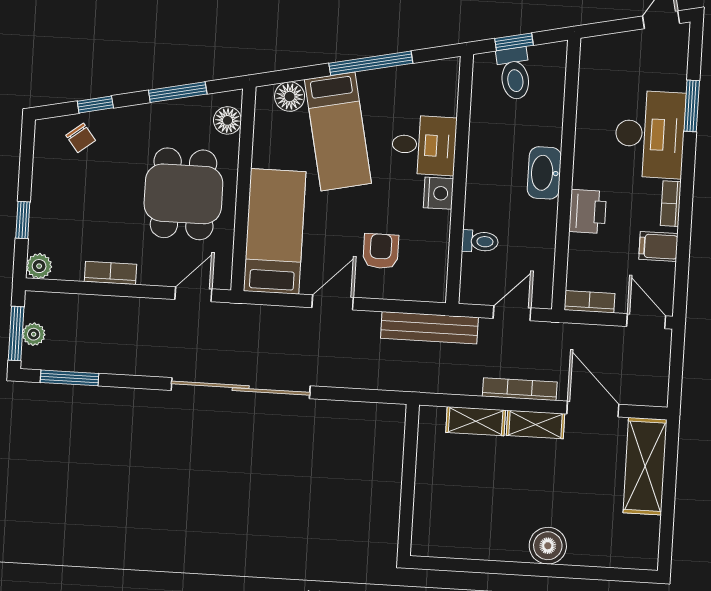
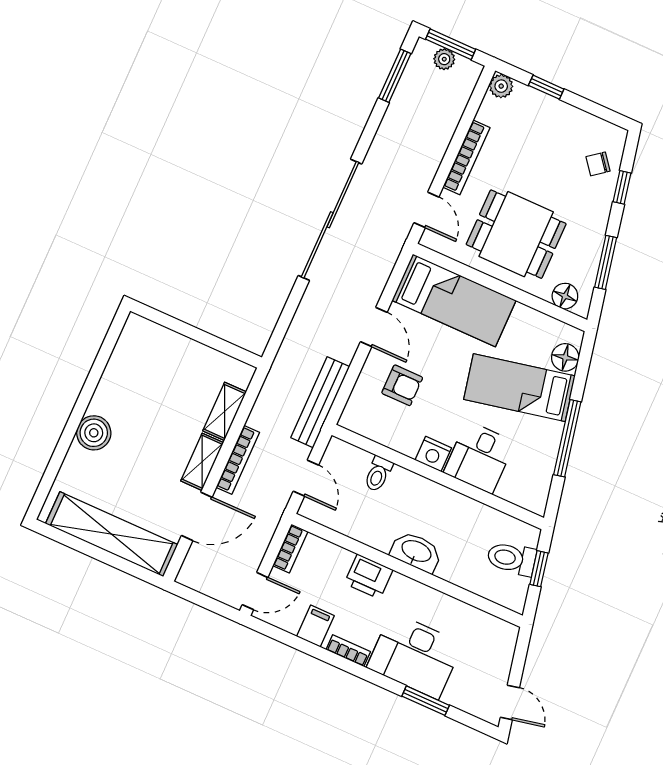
bookcase: (110, 273) -> (466, 157), width x1.56
shelving: (645, 466) -> (112, 534), width x1.47

